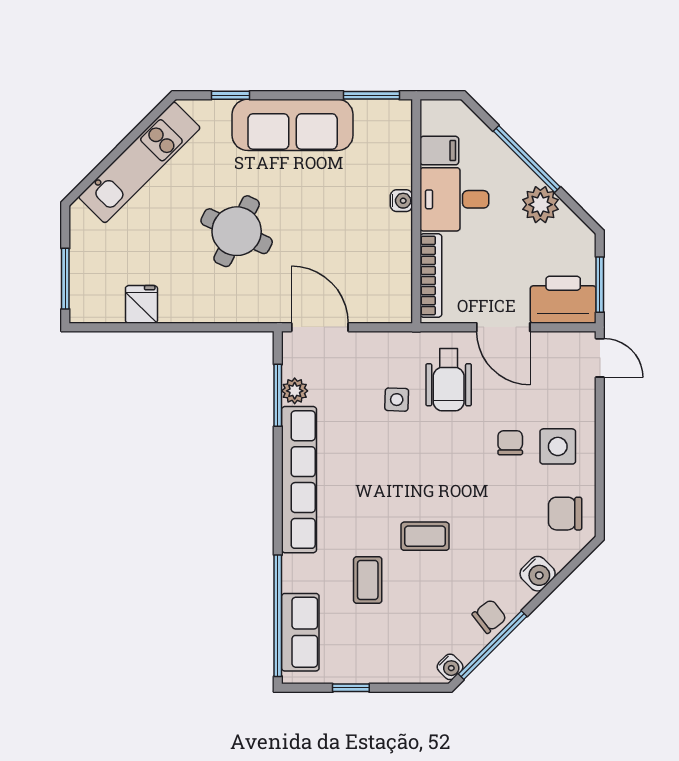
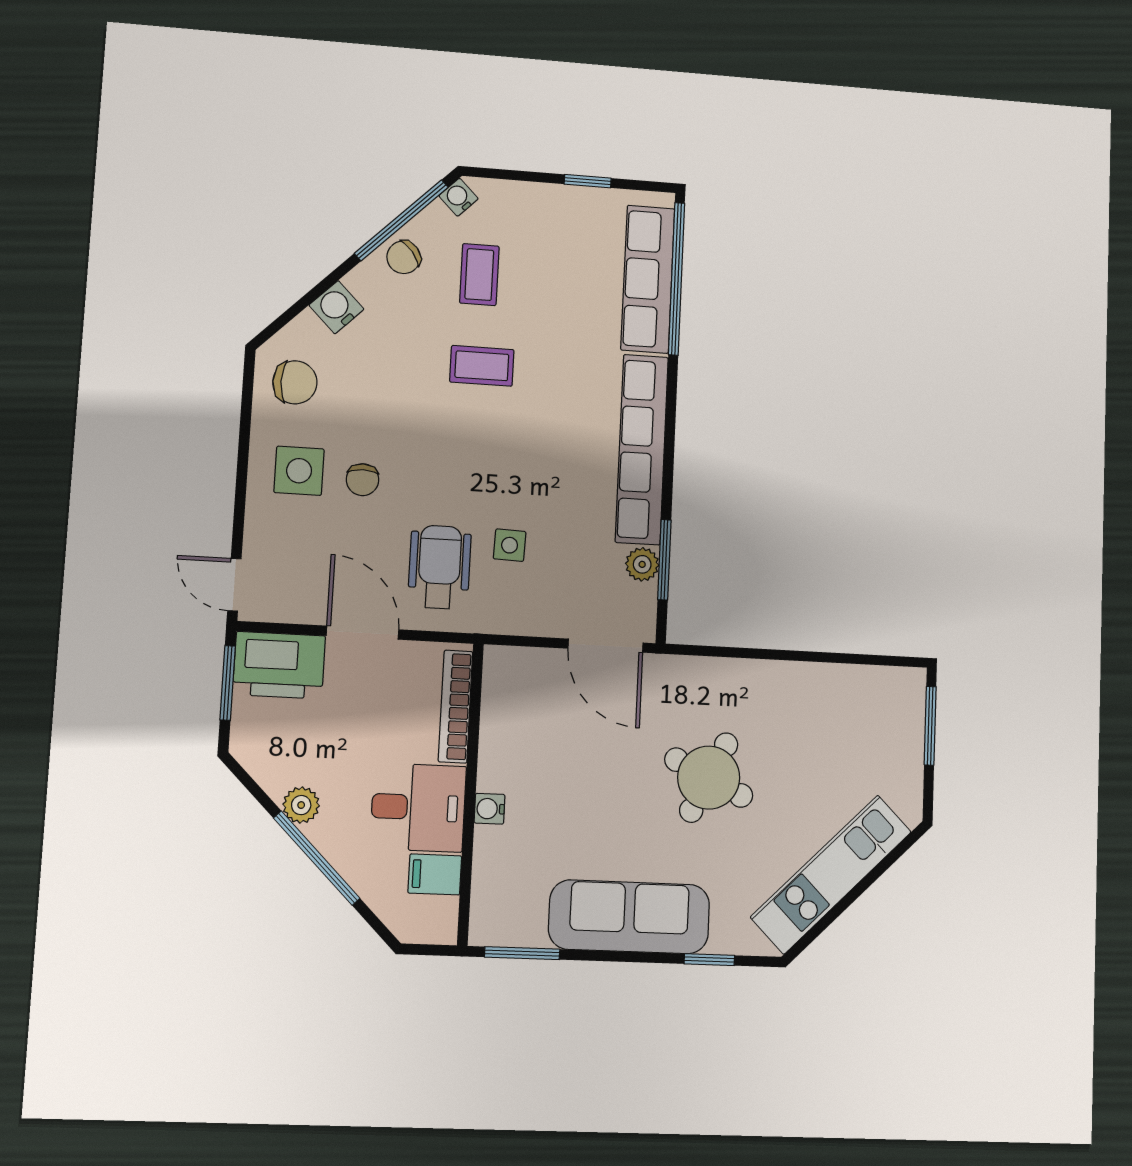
plant: (540, 205) -> (301, 805), width x0.73, depth x0.73
fridge: (141, 304) -> (835, 687), removed
coffee table: (368, 580) -> (479, 275), moved
row of seats: (300, 632) -> (648, 279), width x1.48

